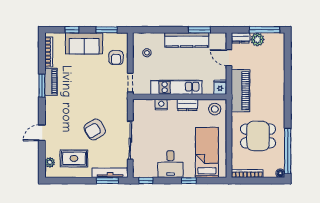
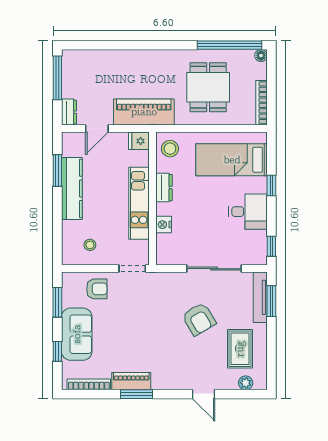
plant: (257, 39) -> (71, 88), removed

